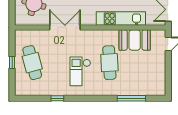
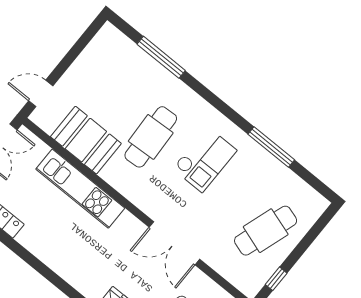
window: (12, 62) -> (276, 279), moved
cafe table: (32, 63) -> (266, 231), turned 33
window: (57, 98) -> (271, 147), width x2.17

